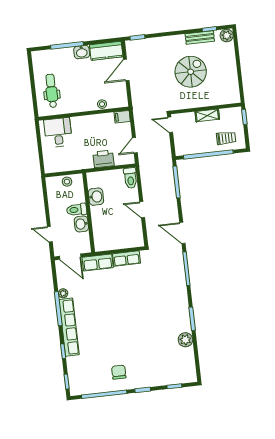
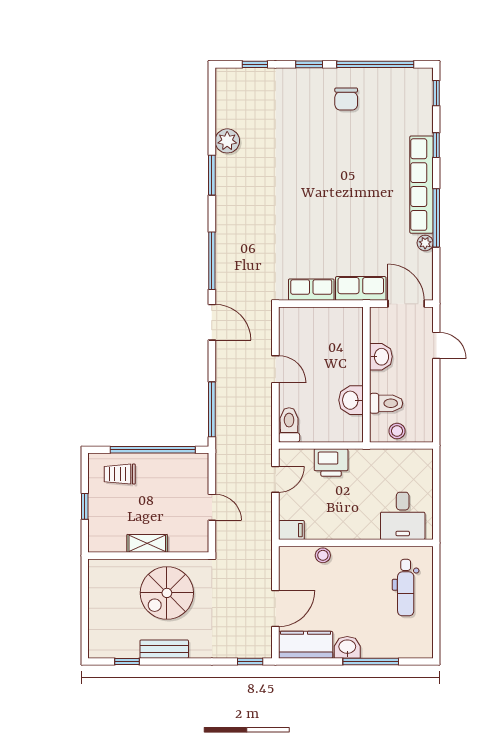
plant: (227, 35) -> (99, 647), removed
bench: (200, 38) -> (164, 649), moved
wall: (206, 108) -> (148, 556), moved
shelving: (207, 115) -> (147, 543), moved
toilet: (77, 210) -> (386, 403), moved

